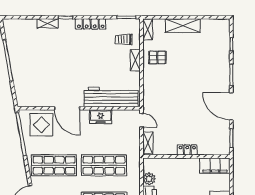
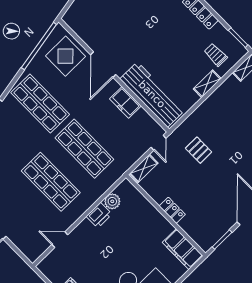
pallet: (157, 58) -> (199, 150), moved

